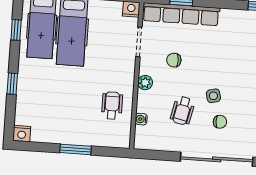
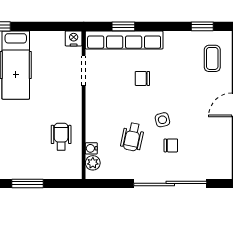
chair: (174, 60) -> (142, 78), moved
plant: (145, 83) -> (93, 163), moved

